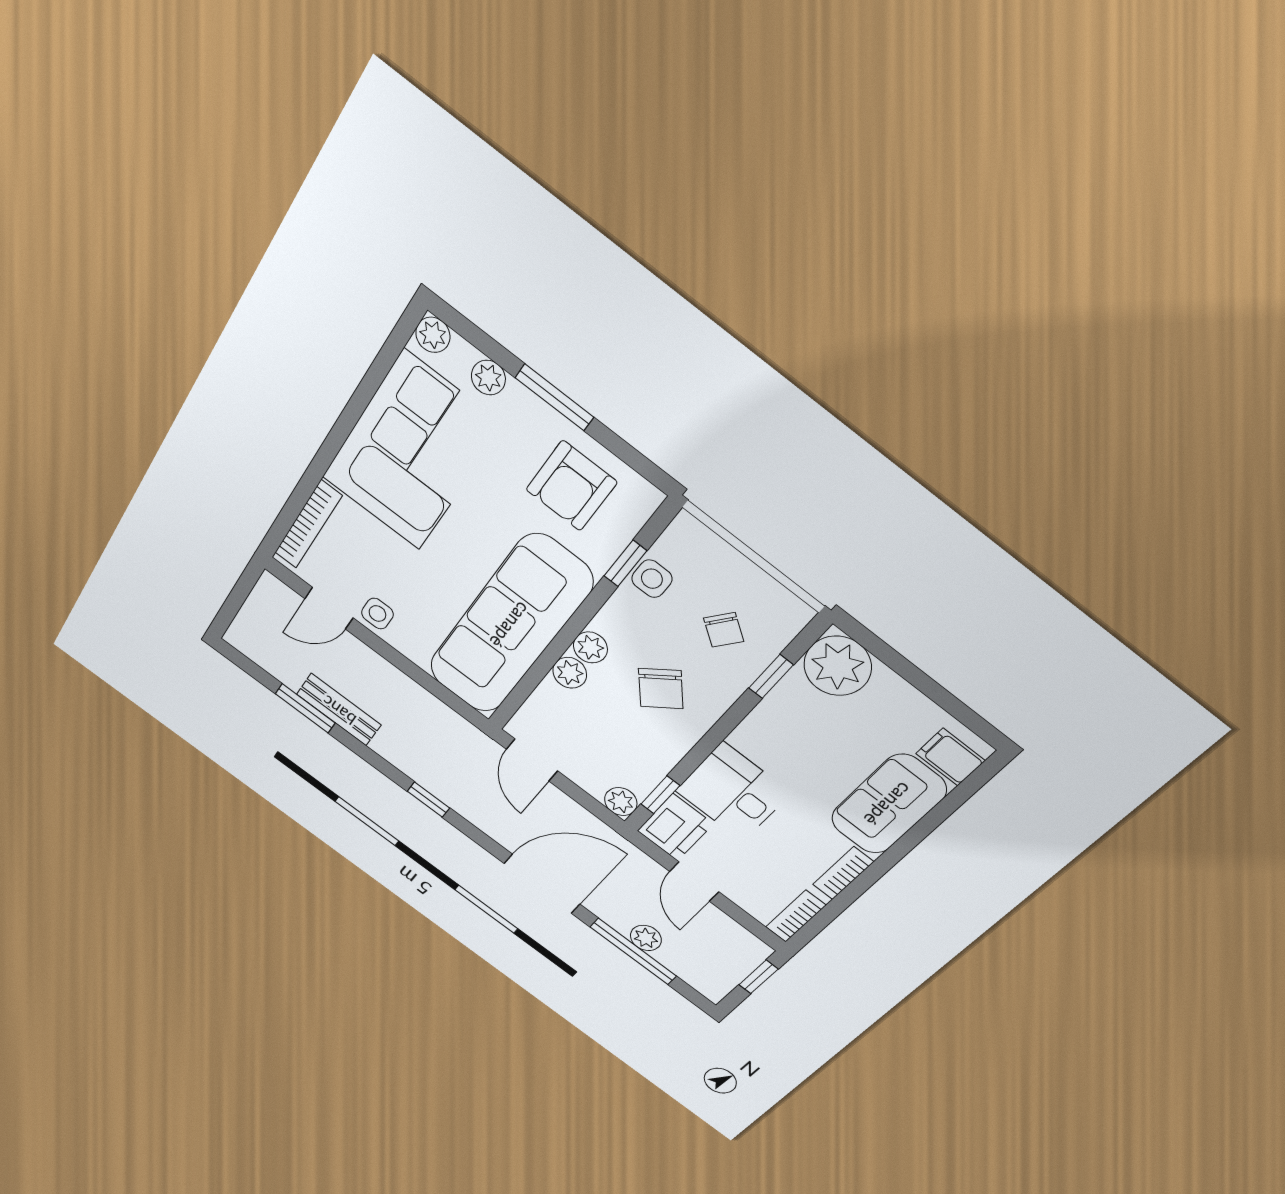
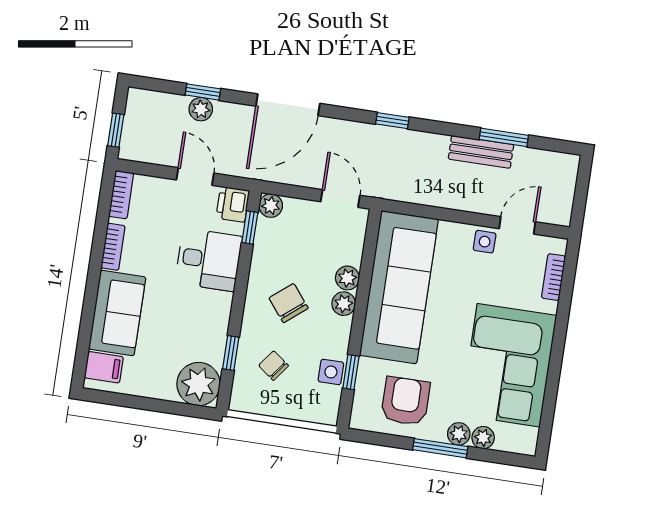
plant: (433, 335) -> (459, 434), moved
bookcase: (308, 524) -> (554, 277), width x0.64
printer: (675, 827) -> (233, 204), width x0.73, depth x0.81
window: (633, 951) -> (203, 92), width x0.46

